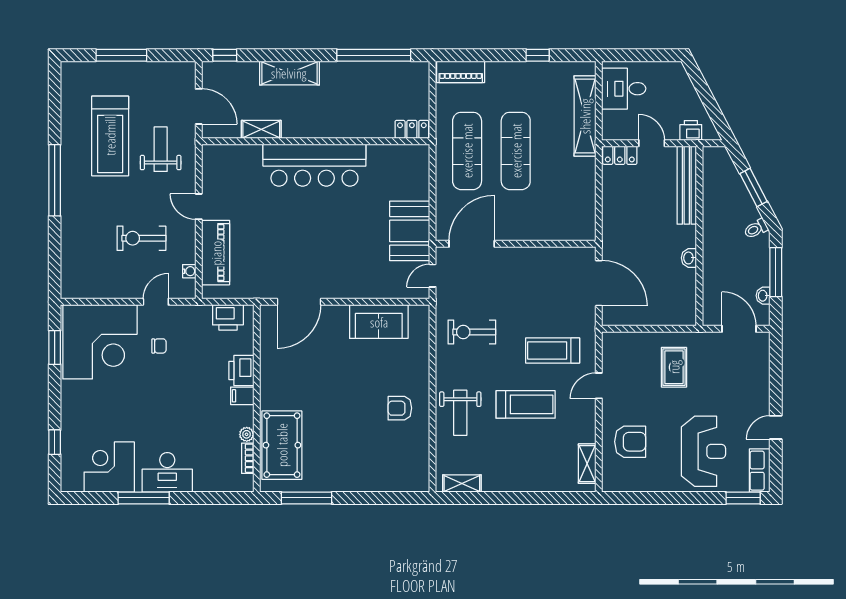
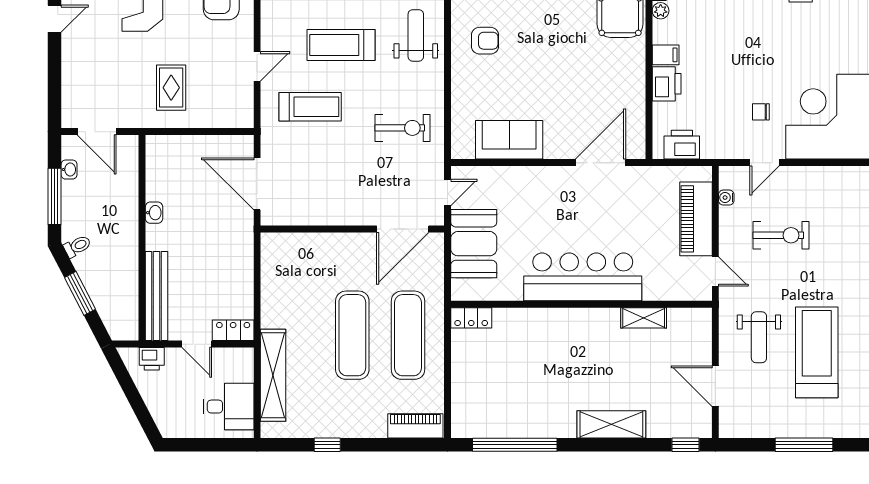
shelving: (261, 129) -> (644, 318), moved
locker: (412, 129) -> (471, 318), moved
wall: (316, 141) -> (581, 304), moved
bar counter: (314, 165) -> (583, 277), moved

